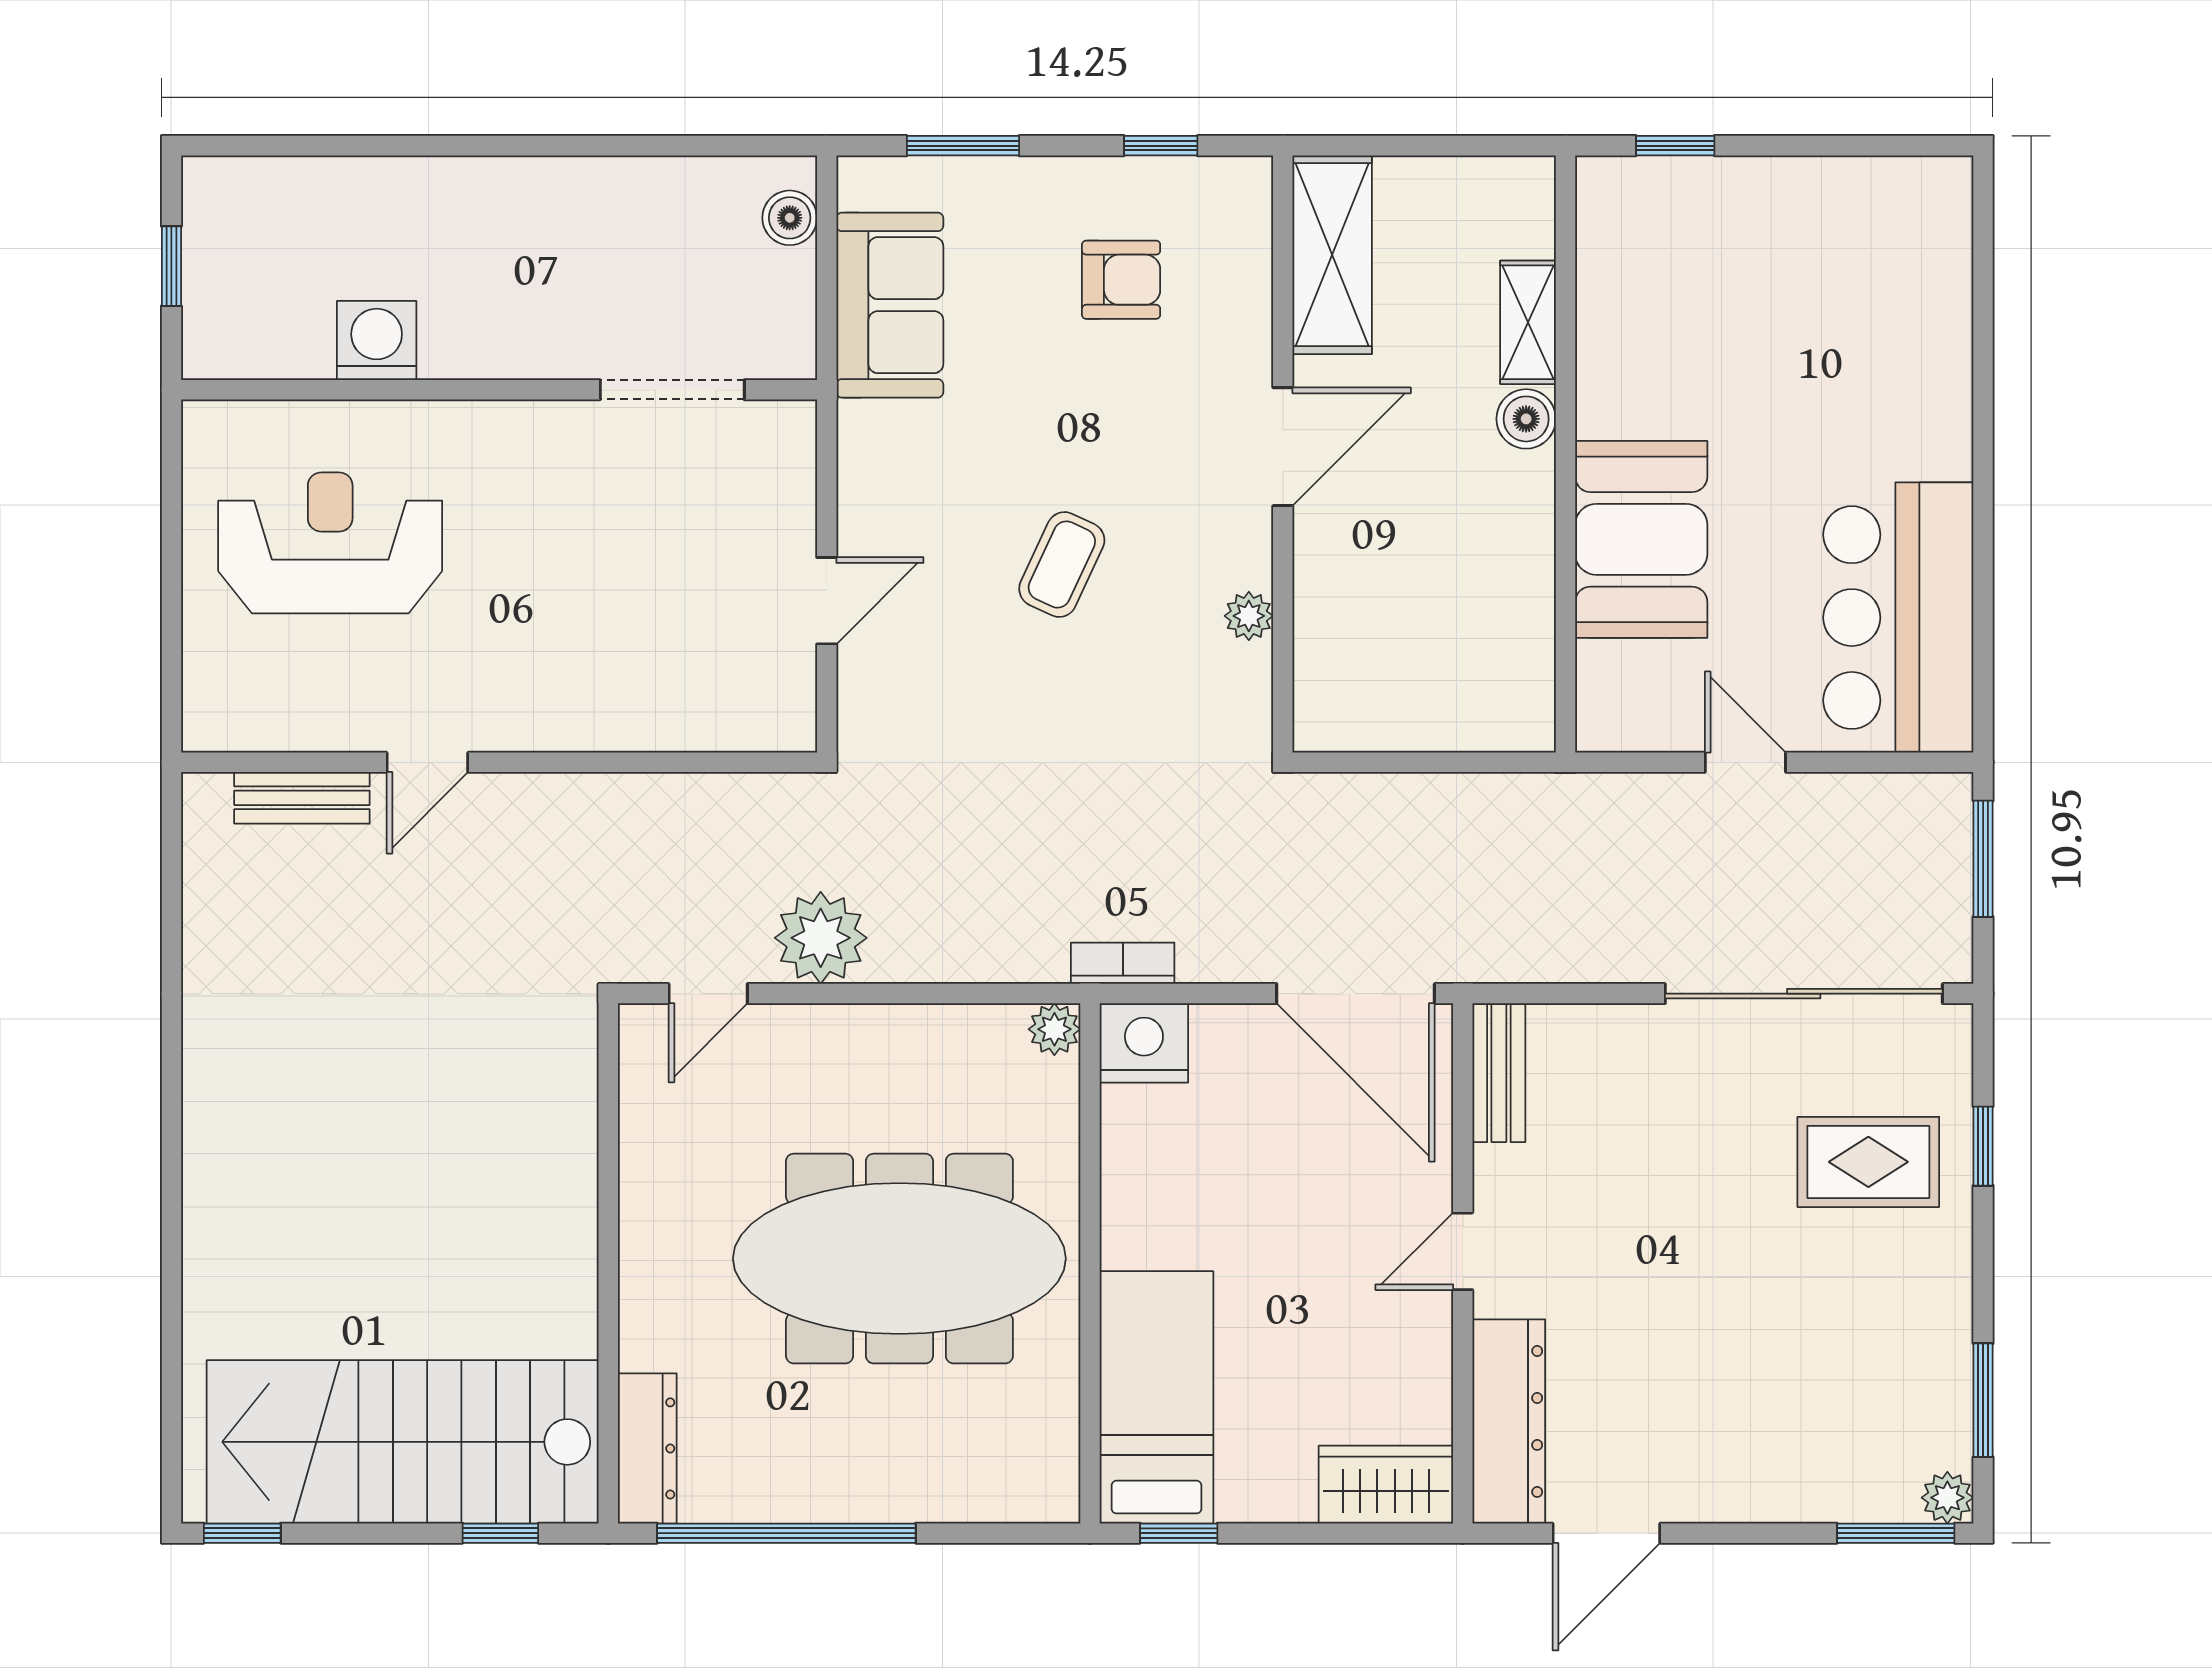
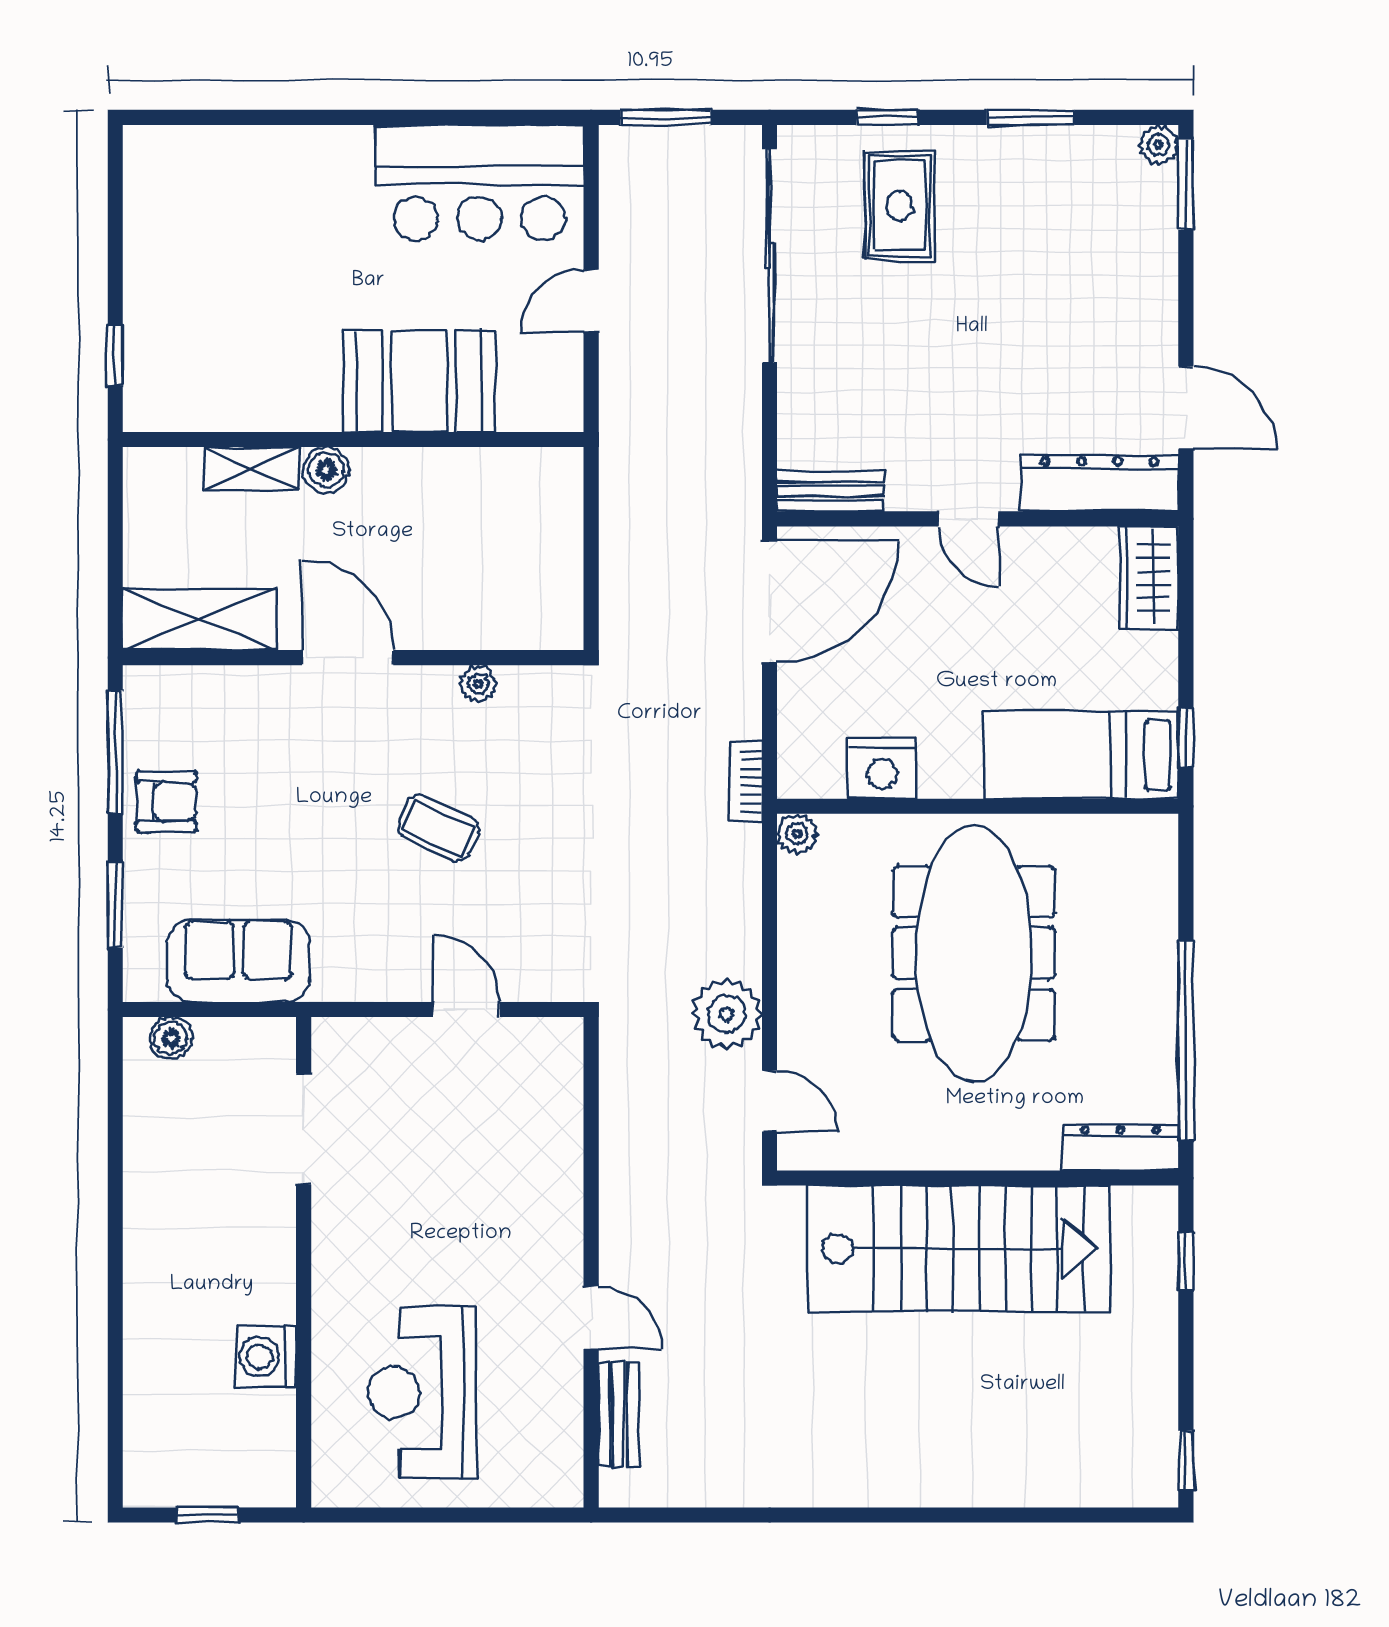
window: (1161, 146) -> (115, 752), width x2.17
armchair: (1121, 280) -> (166, 802), moved, turned 90
nightstand: (1144, 1043) -> (882, 768), moved, turned -90
window: (1983, 1400) -> (1031, 117), moved
stairs: (403, 1442) -> (959, 1248), moved, turned -90

